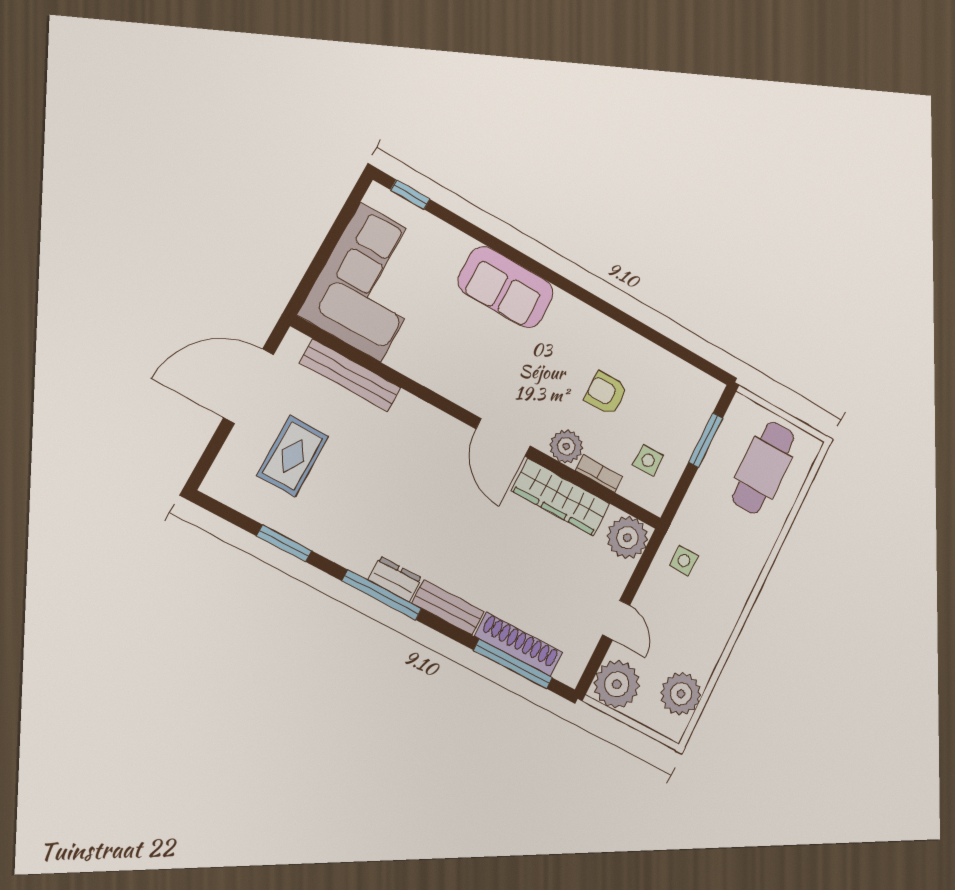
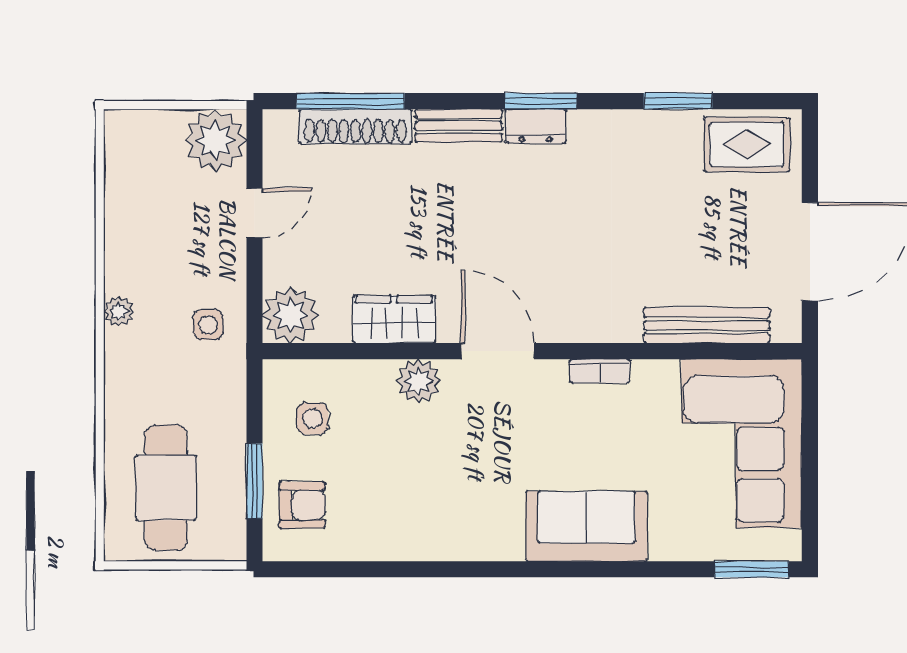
window: (410, 195) -> (752, 569), width x1.50
armchair: (606, 393) -> (302, 505), moved
rug: (293, 456) -> (747, 144), moved, turned 90
bookcase: (599, 474) -> (600, 371), moved
wardrobe: (561, 497) -> (394, 319), width x0.67
window: (382, 595) -> (540, 101), width x0.69
door: (616, 620) -> (254, 213), swing flipped
plant: (681, 694) -> (119, 311), moved, width x0.53, depth x0.53

